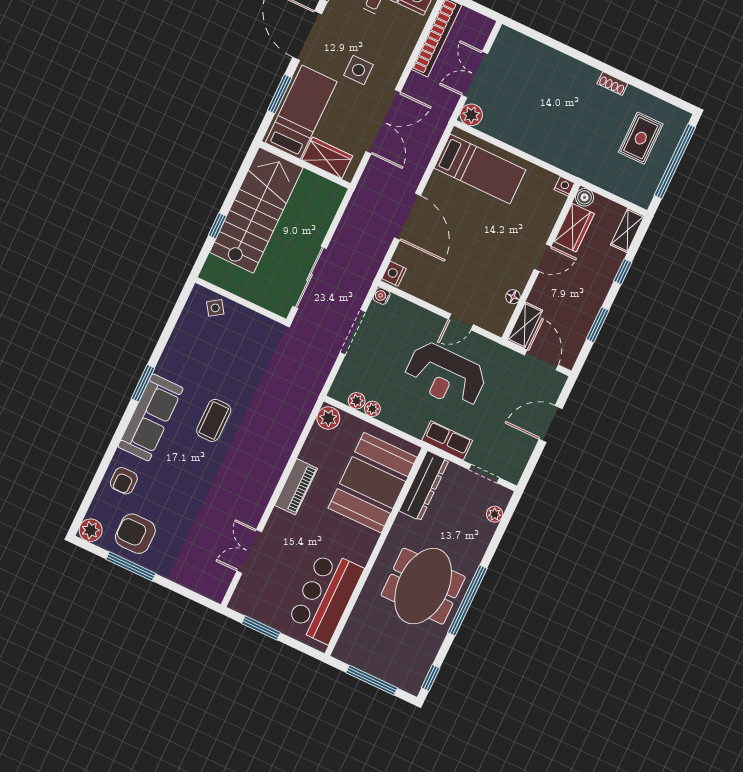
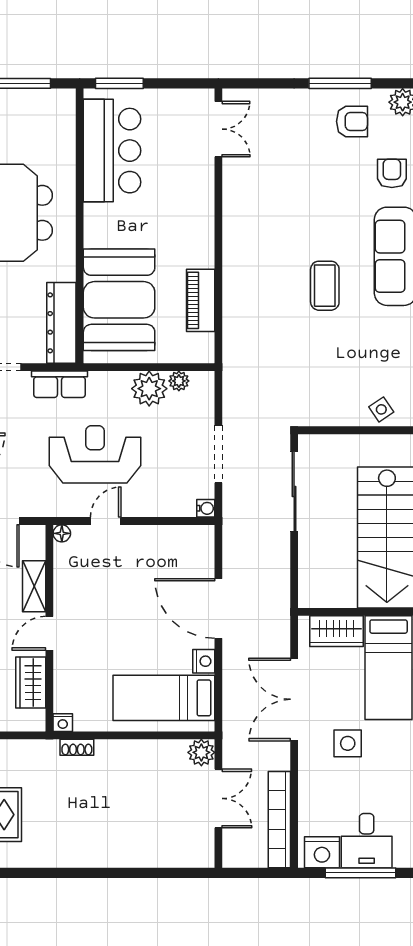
shoe rack: (612, 84) -> (77, 747), moved, turned 180
boiler: (585, 197) -> (35, 721), removed
nightstand: (394, 274) -> (204, 661), moved
floor lamp: (513, 297) -> (62, 533), moved
shelving: (525, 325) -> (34, 586), moved
plant: (372, 409) -> (149, 389), width x1.88, depth x1.88
plant: (328, 418) -> (201, 347), removed
piano: (296, 487) -> (201, 300), moved
armchair: (135, 534) -> (352, 121), width x0.72, depth x0.72
double door: (249, 551) -> (218, 129), moved
window: (261, 628) -> (119, 83), moved

